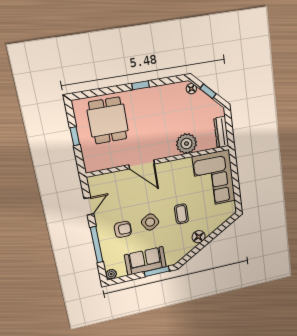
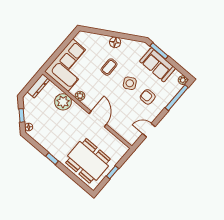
dining table: (108, 121) -> (88, 161), width x1.38
plant: (178, 165) -> (80, 96), added
window: (97, 245) -> (177, 98), moved

